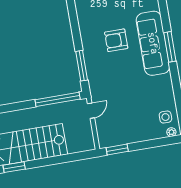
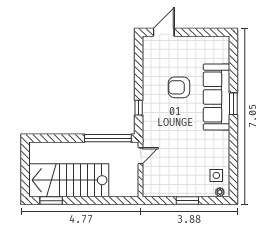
window: (170, 47) -> (233, 104), width x0.69
window: (82, 66) -> (139, 108), width x0.46
window: (117, 150) -> (187, 201), moved

